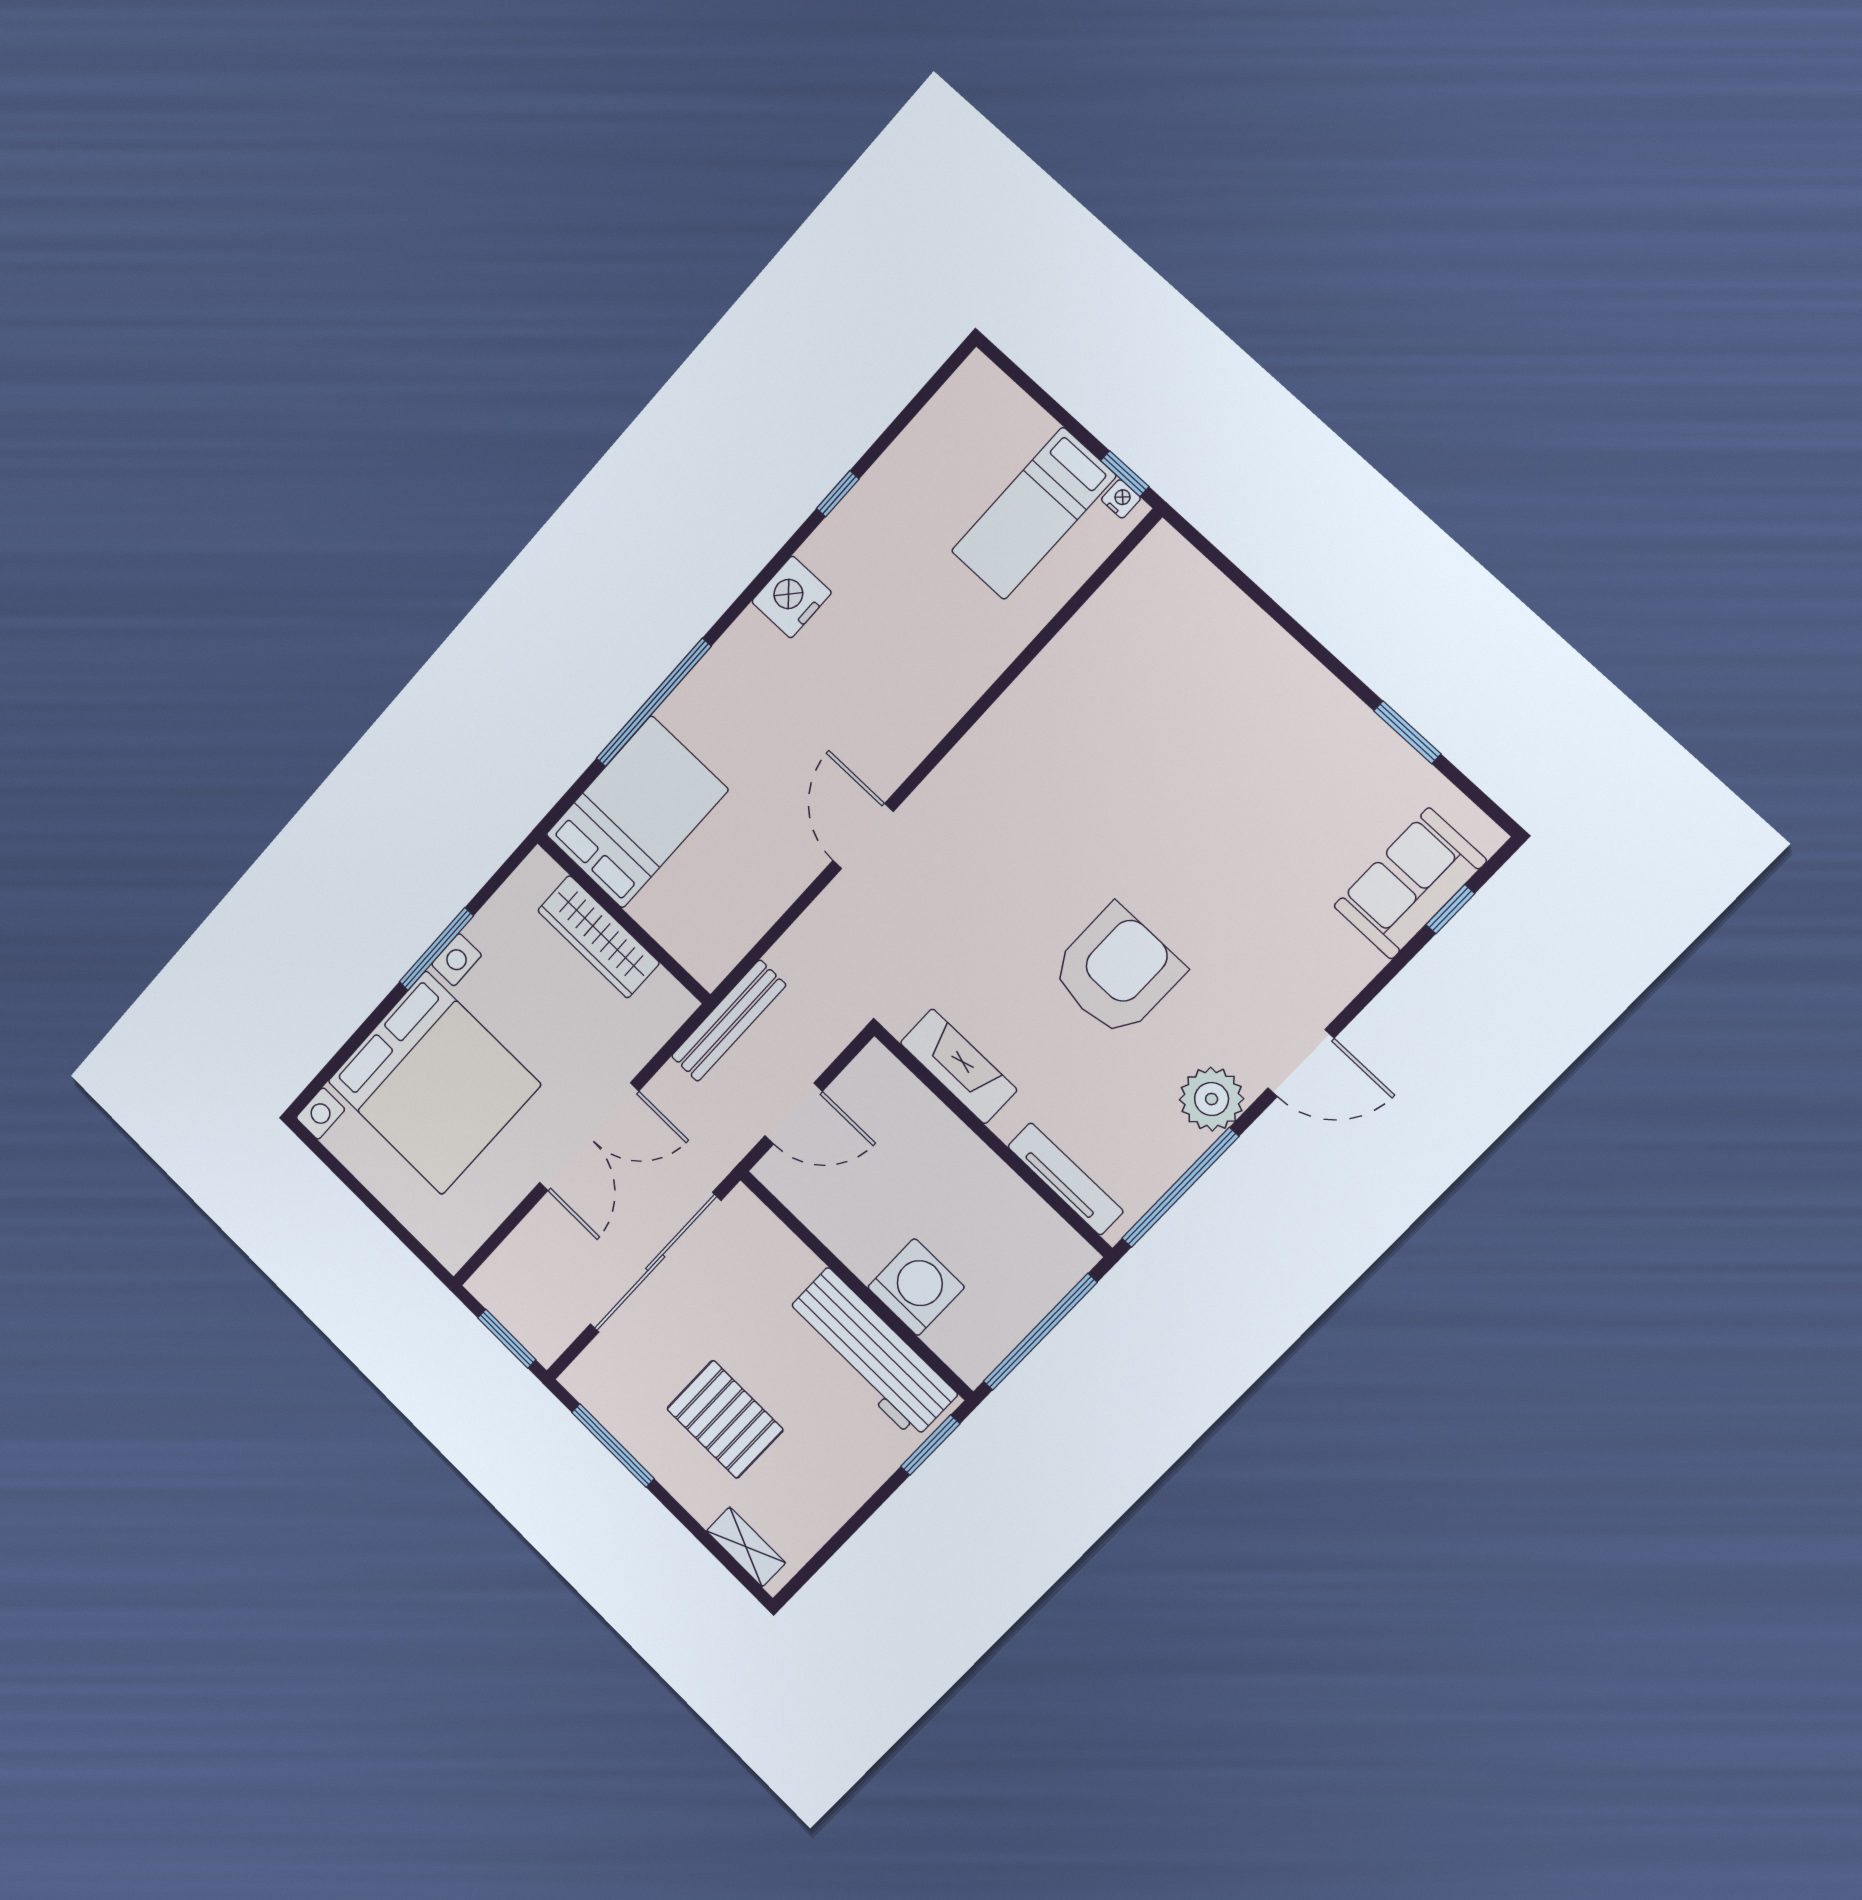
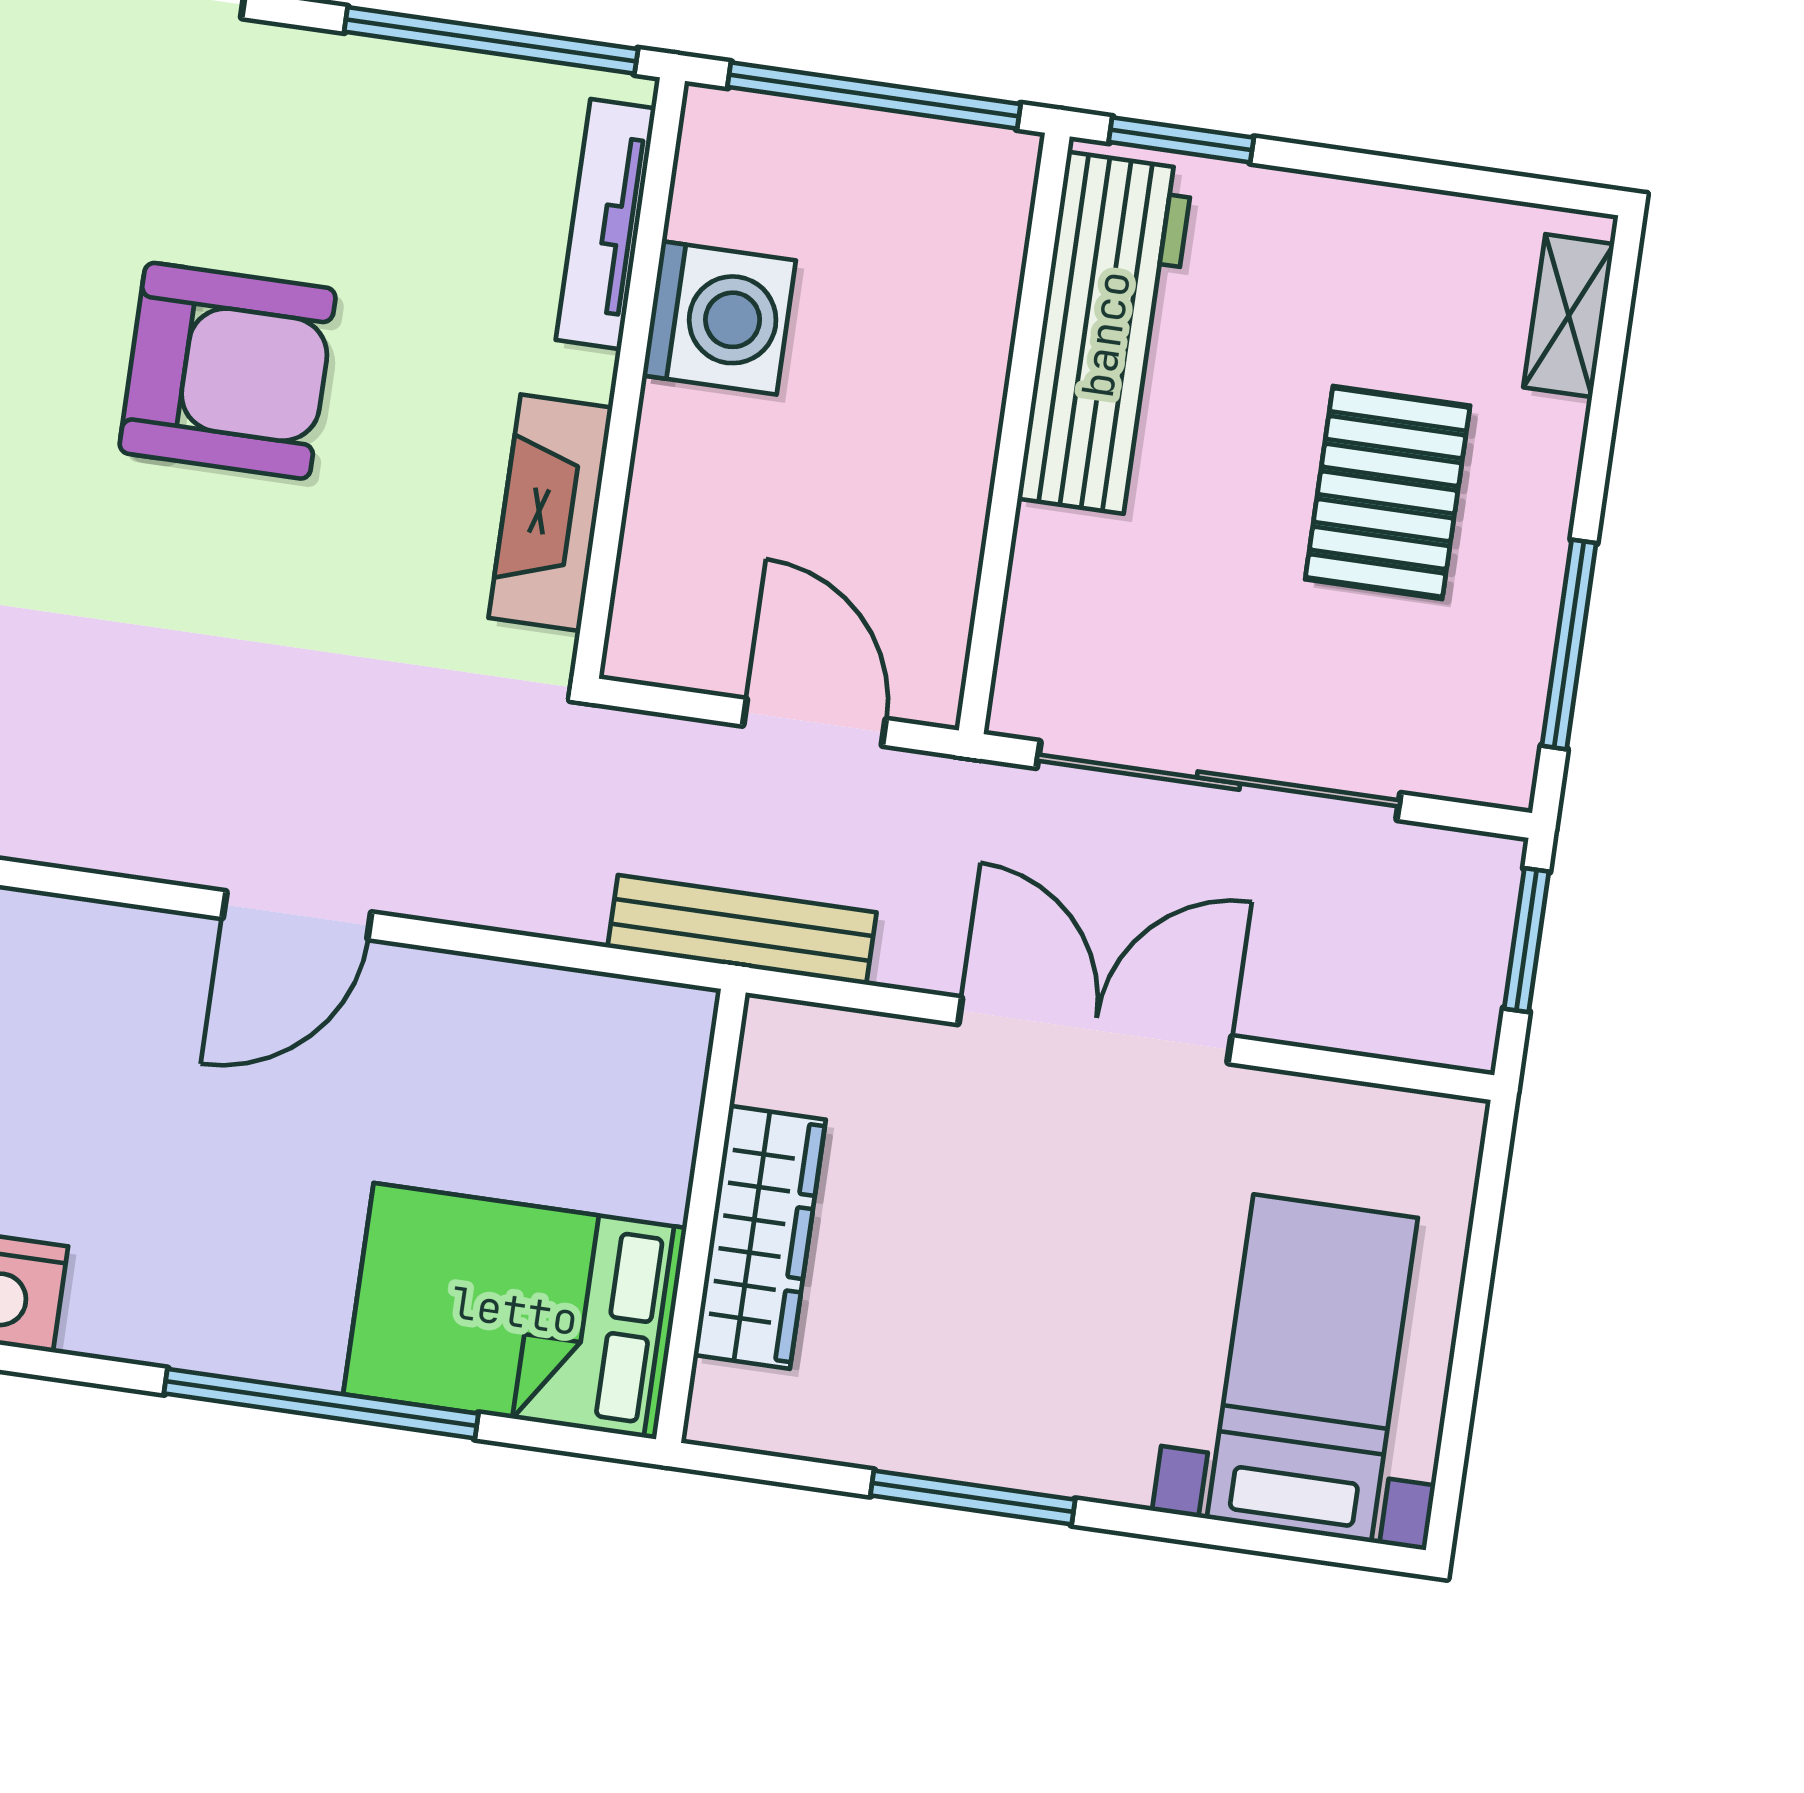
armchair: (1117, 971) -> (228, 371), turned 180
bed with nightstands: (434, 1083) -> (1312, 1368), width x0.54
plant: (1212, 1099) -> (321, 89), removed
washing machine: (916, 1287) -> (719, 318), moved, turned 180

